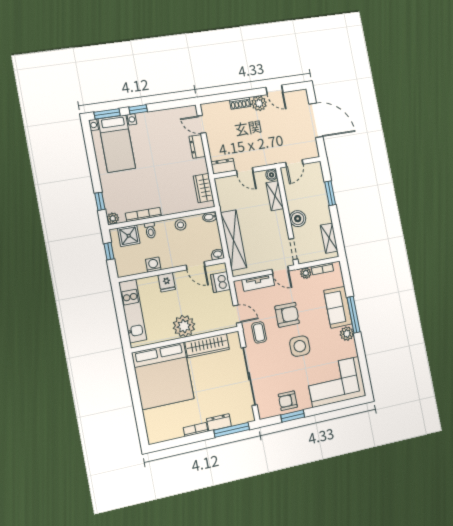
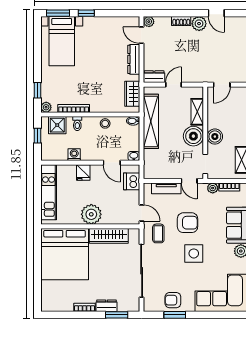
plant: (206, 109) -> (149, 22), added
dresser: (197, 146) -> (134, 59), width x1.44
door: (245, 171) -> (174, 85), swing flipped
boiler: (272, 175) -> (193, 136), moved, width x1.86, depth x1.86
shelving: (234, 240) -> (151, 121), moved
window: (232, 430) -> (117, 315), width x0.69

